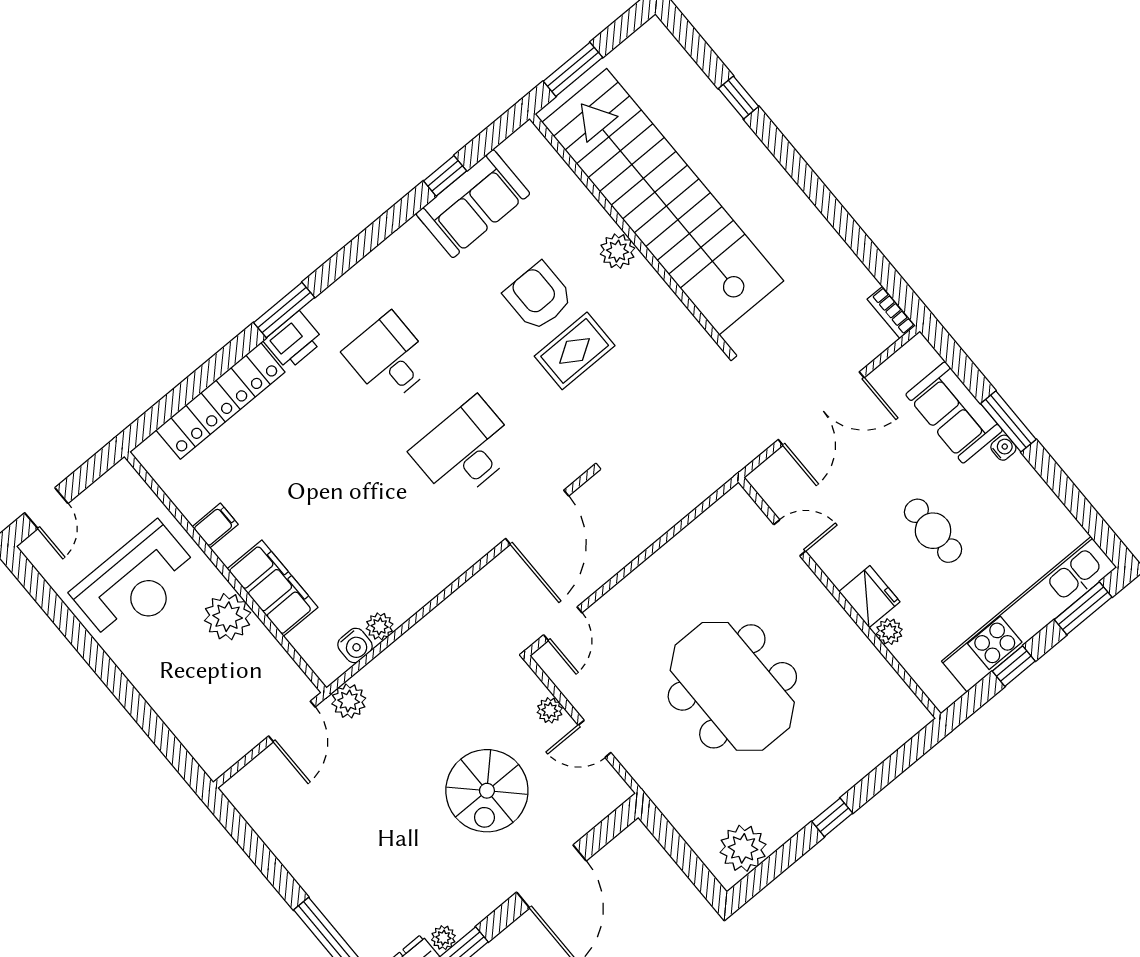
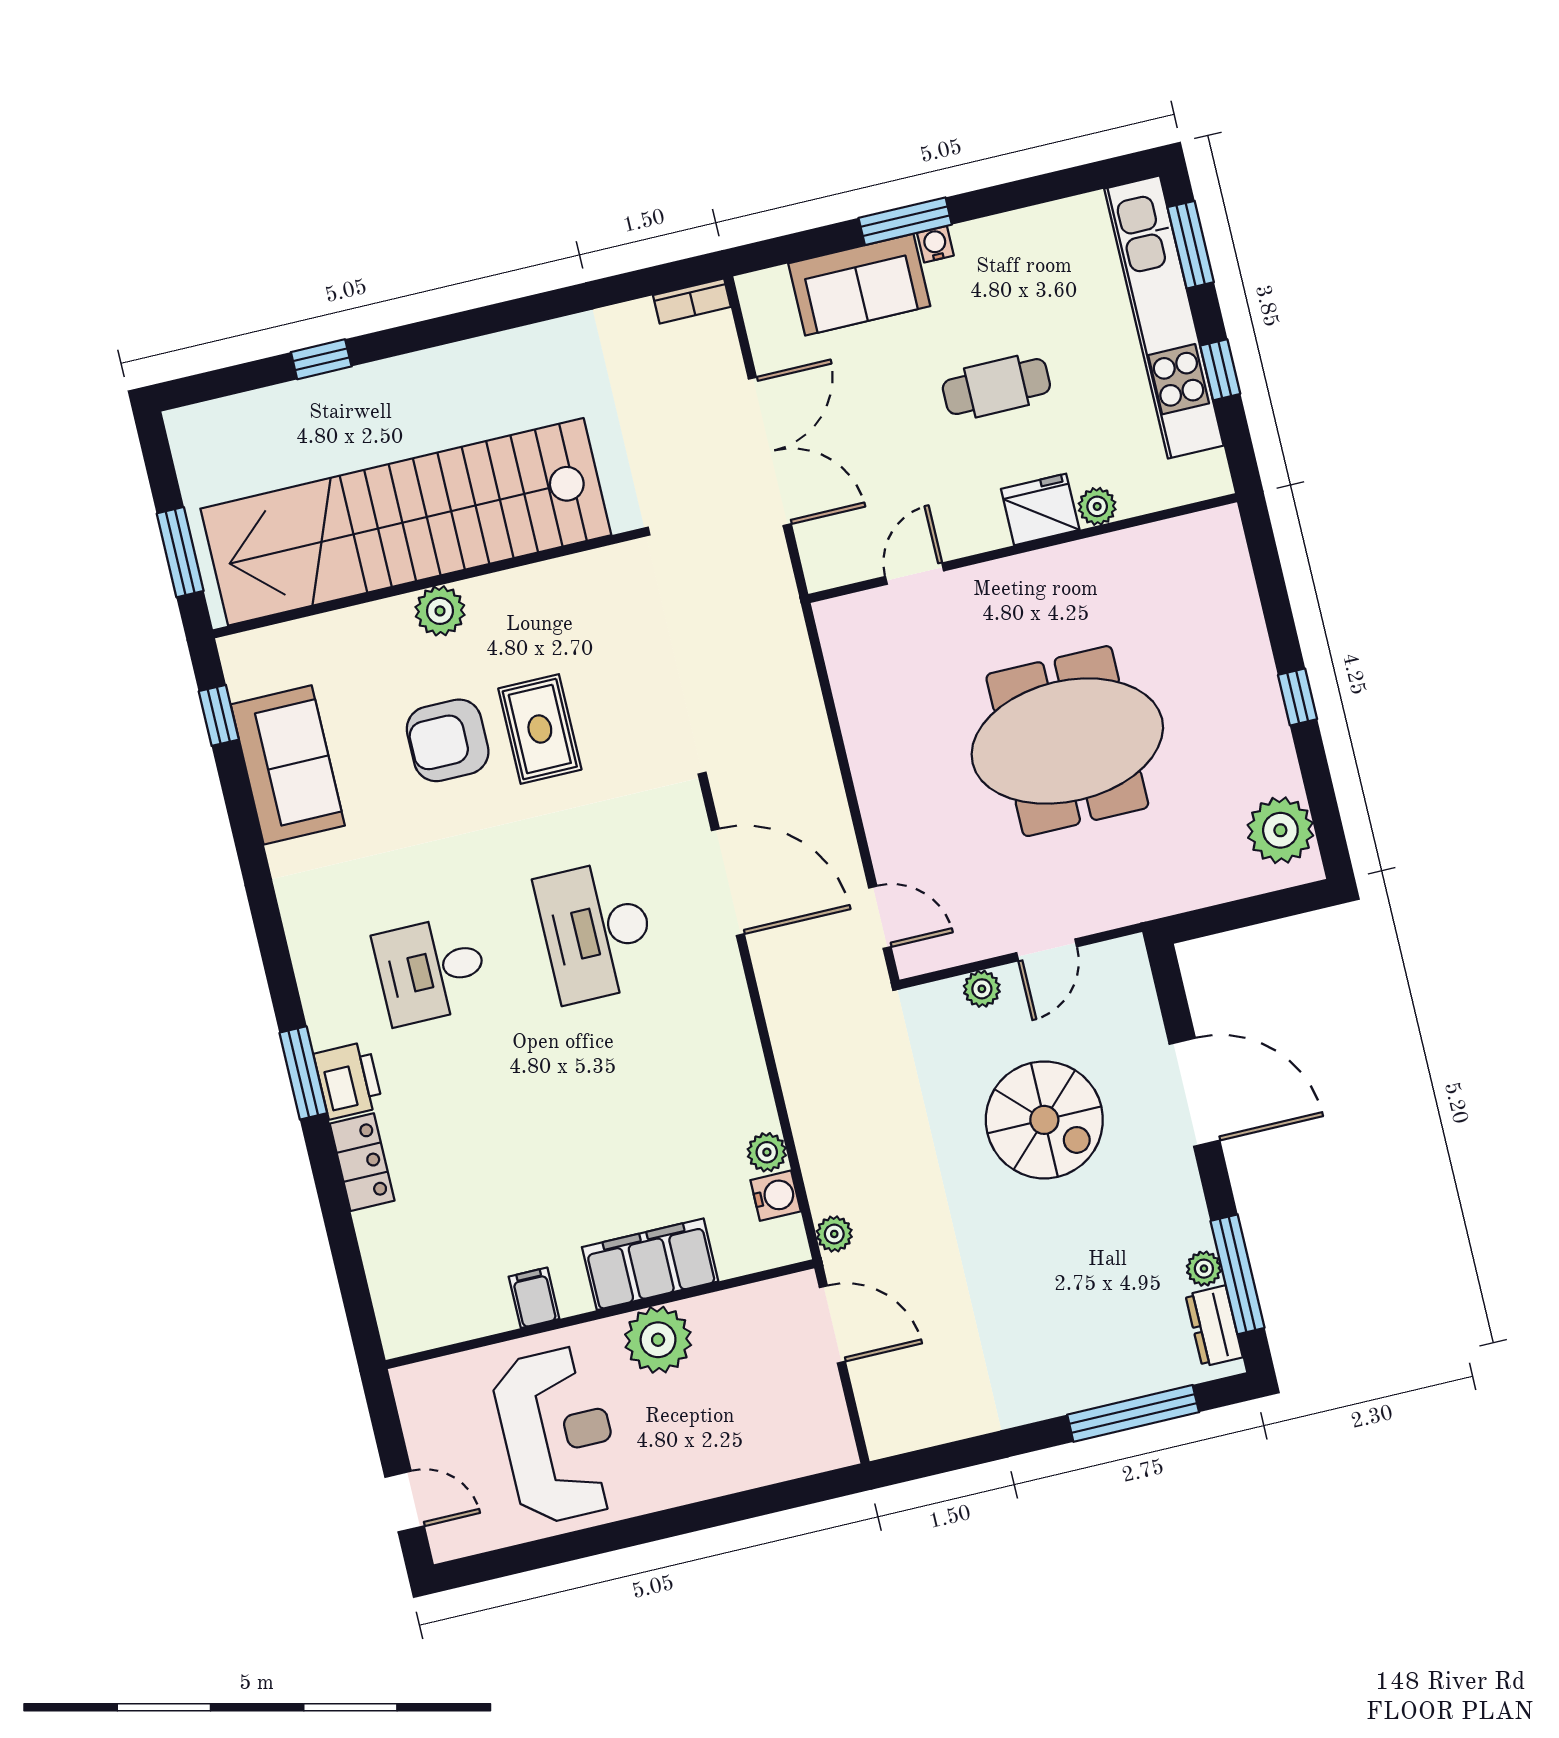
window: (445, 176) -> (219, 715), moved
locker: (220, 401) -> (362, 1162), width x0.46, depth x0.83
plant: (349, 701) -> (834, 1234), width x0.73, depth x0.73

